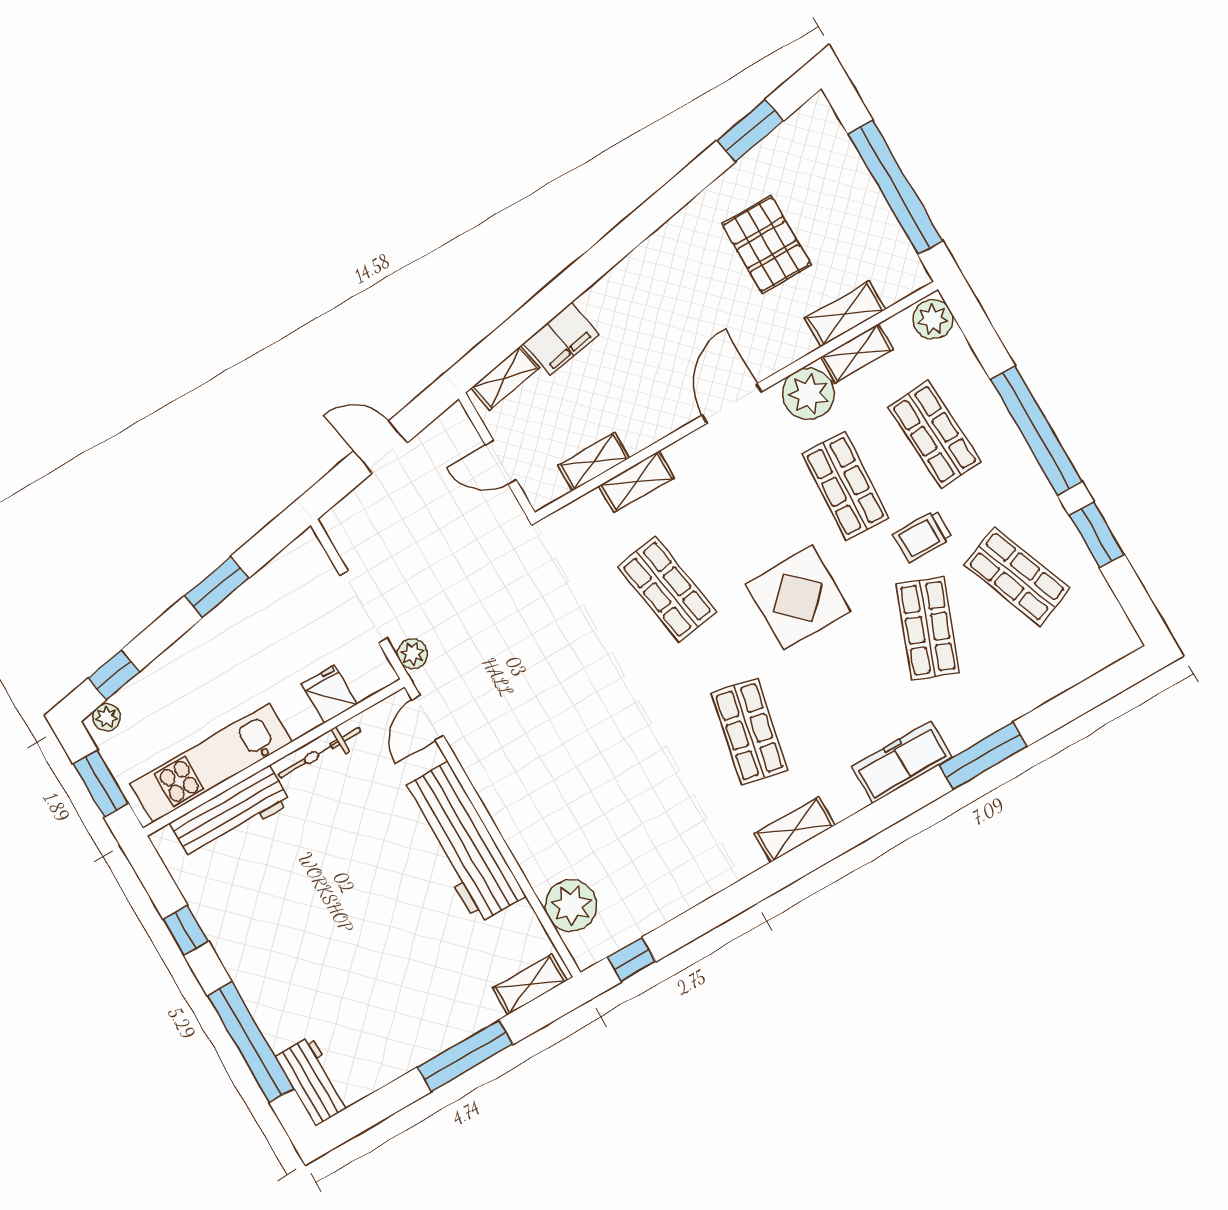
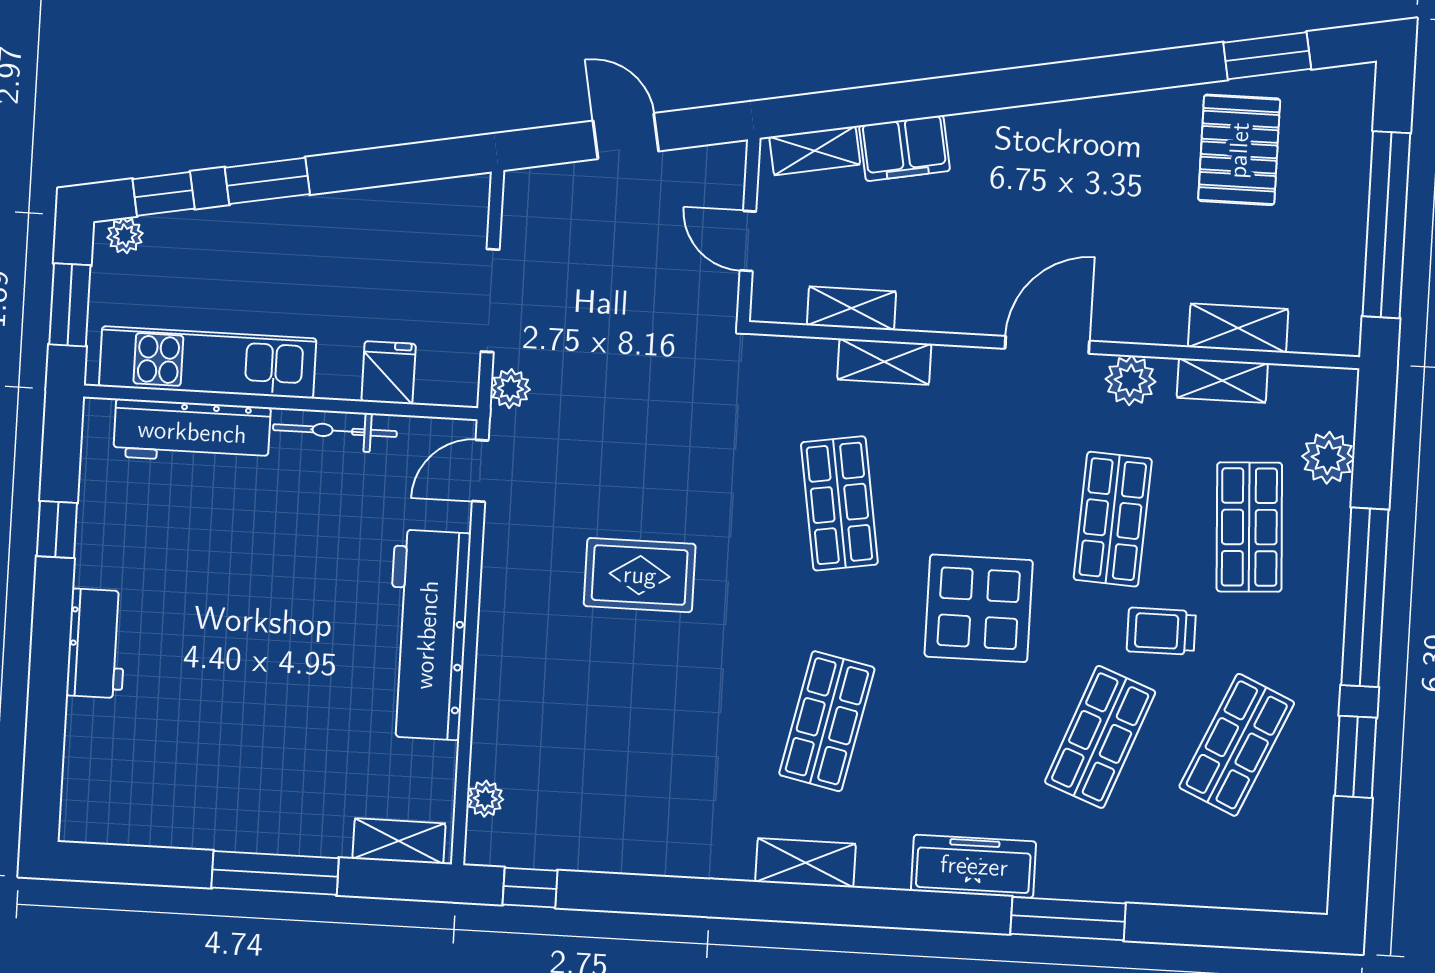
pallet: (767, 245) -> (1239, 150), moved
plant: (933, 319) -> (1328, 458), moved
plant: (808, 394) -> (1130, 380), width x0.73, depth x0.73
shop shelf: (1017, 576) -> (1237, 745), turned 45
window: (216, 587) -> (267, 181), moved
rug: (571, 717) -> (640, 575), added
plant: (571, 906) -> (485, 799), width x0.53, depth x0.53
window: (251, 1042) -> (47, 701), removed
workbench: (313, 1081) -> (97, 643), moved

